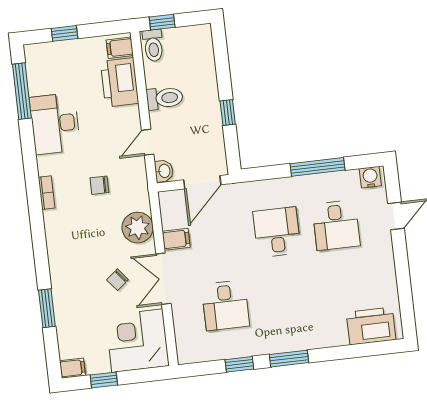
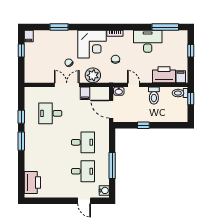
desk: (336, 225) -> (83, 171), turned 180
corner desk: (137, 341) -> (92, 44), moved, turned 90

